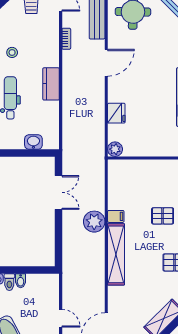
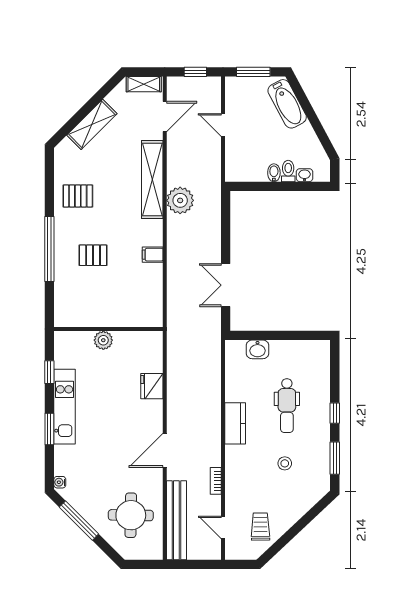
plant: (115, 149) -> (103, 340), moved
plant: (94, 222) -> (180, 200), moved
shelving: (116, 254) -> (152, 179), moved

